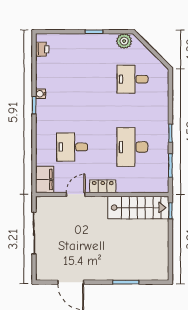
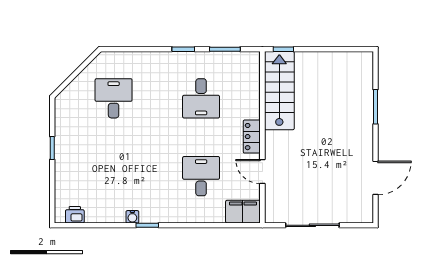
plant: (124, 41) -> (64, 109), removed
desk: (132, 79) -> (114, 98), turned 180
desk: (72, 147) -> (201, 176), turned 180
desk: (132, 147) -> (201, 98), width x0.73

